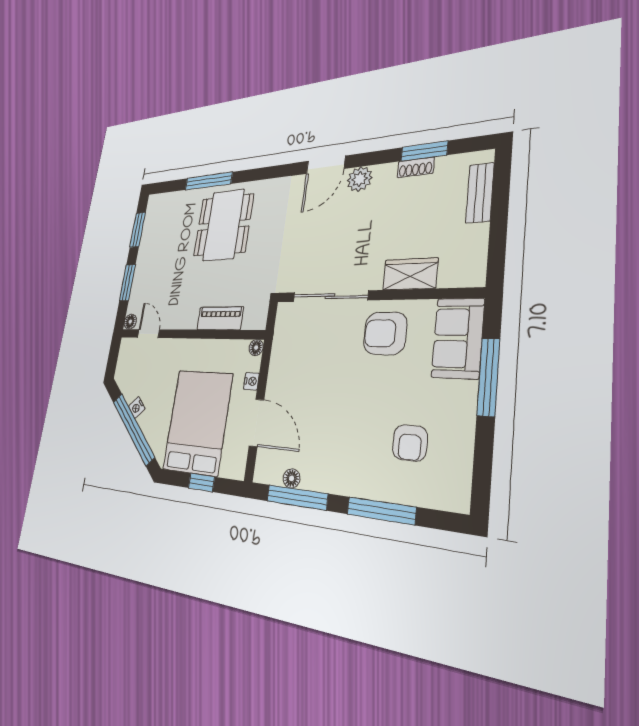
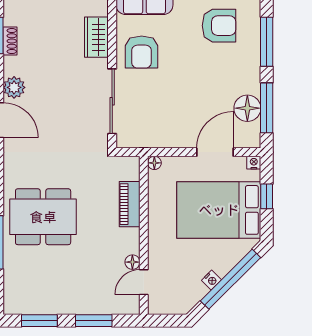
floor lamp: (130, 322) -> (132, 262), moved
nightstand: (251, 381) -> (254, 163), moved
armchair: (410, 443) -> (219, 26), width x1.38, depth x1.38
floor lamp: (292, 478) -> (247, 108), width x1.89, depth x1.89

